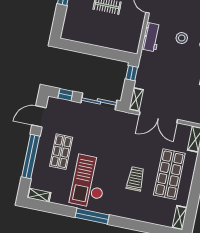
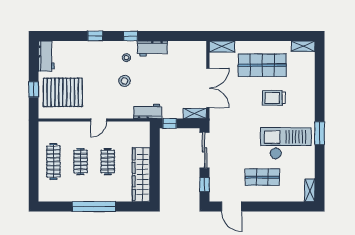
wardrobe: (88, 35) -> (141, 175), added
workbench: (151, 37) -> (148, 111), moved
window: (31, 157) -> (273, 206), removed
checkout: (89, 181) -> (286, 143), turned 180
window: (92, 216) -> (320, 133), width x0.69

